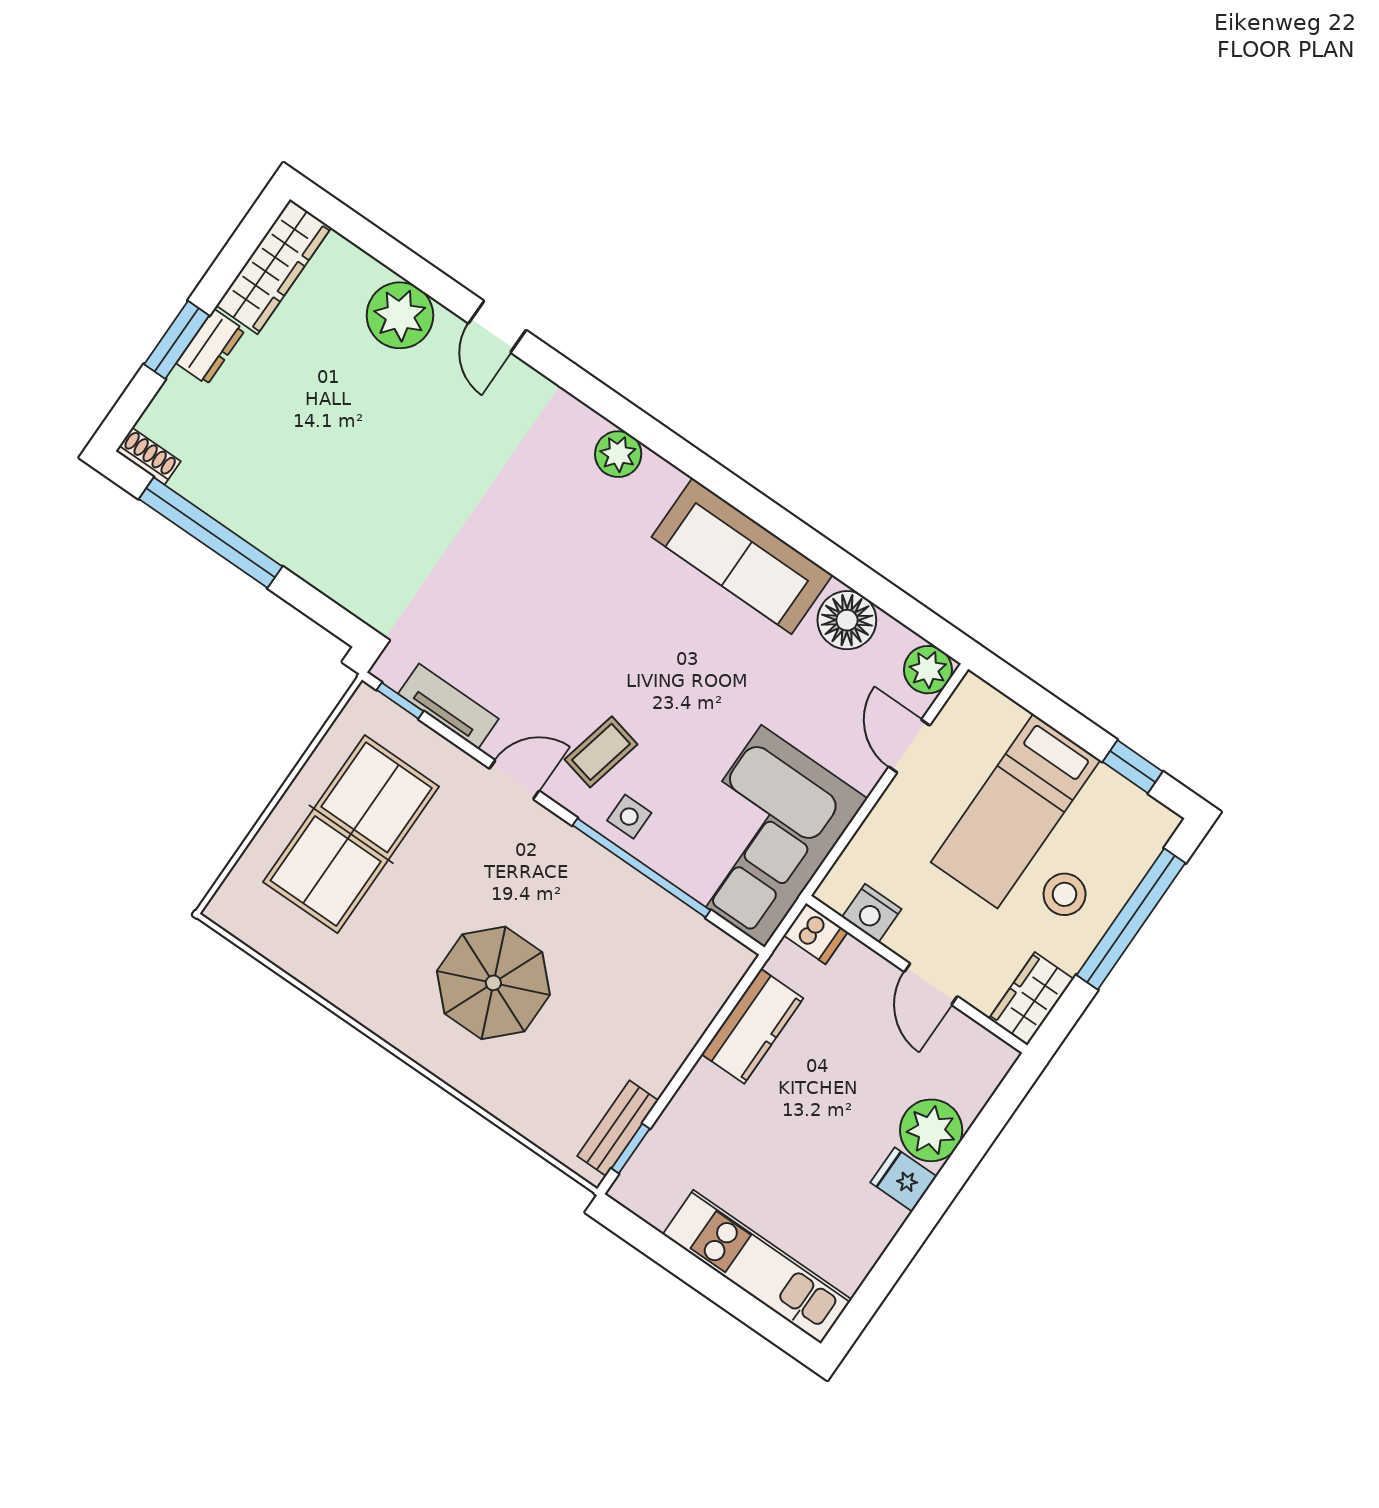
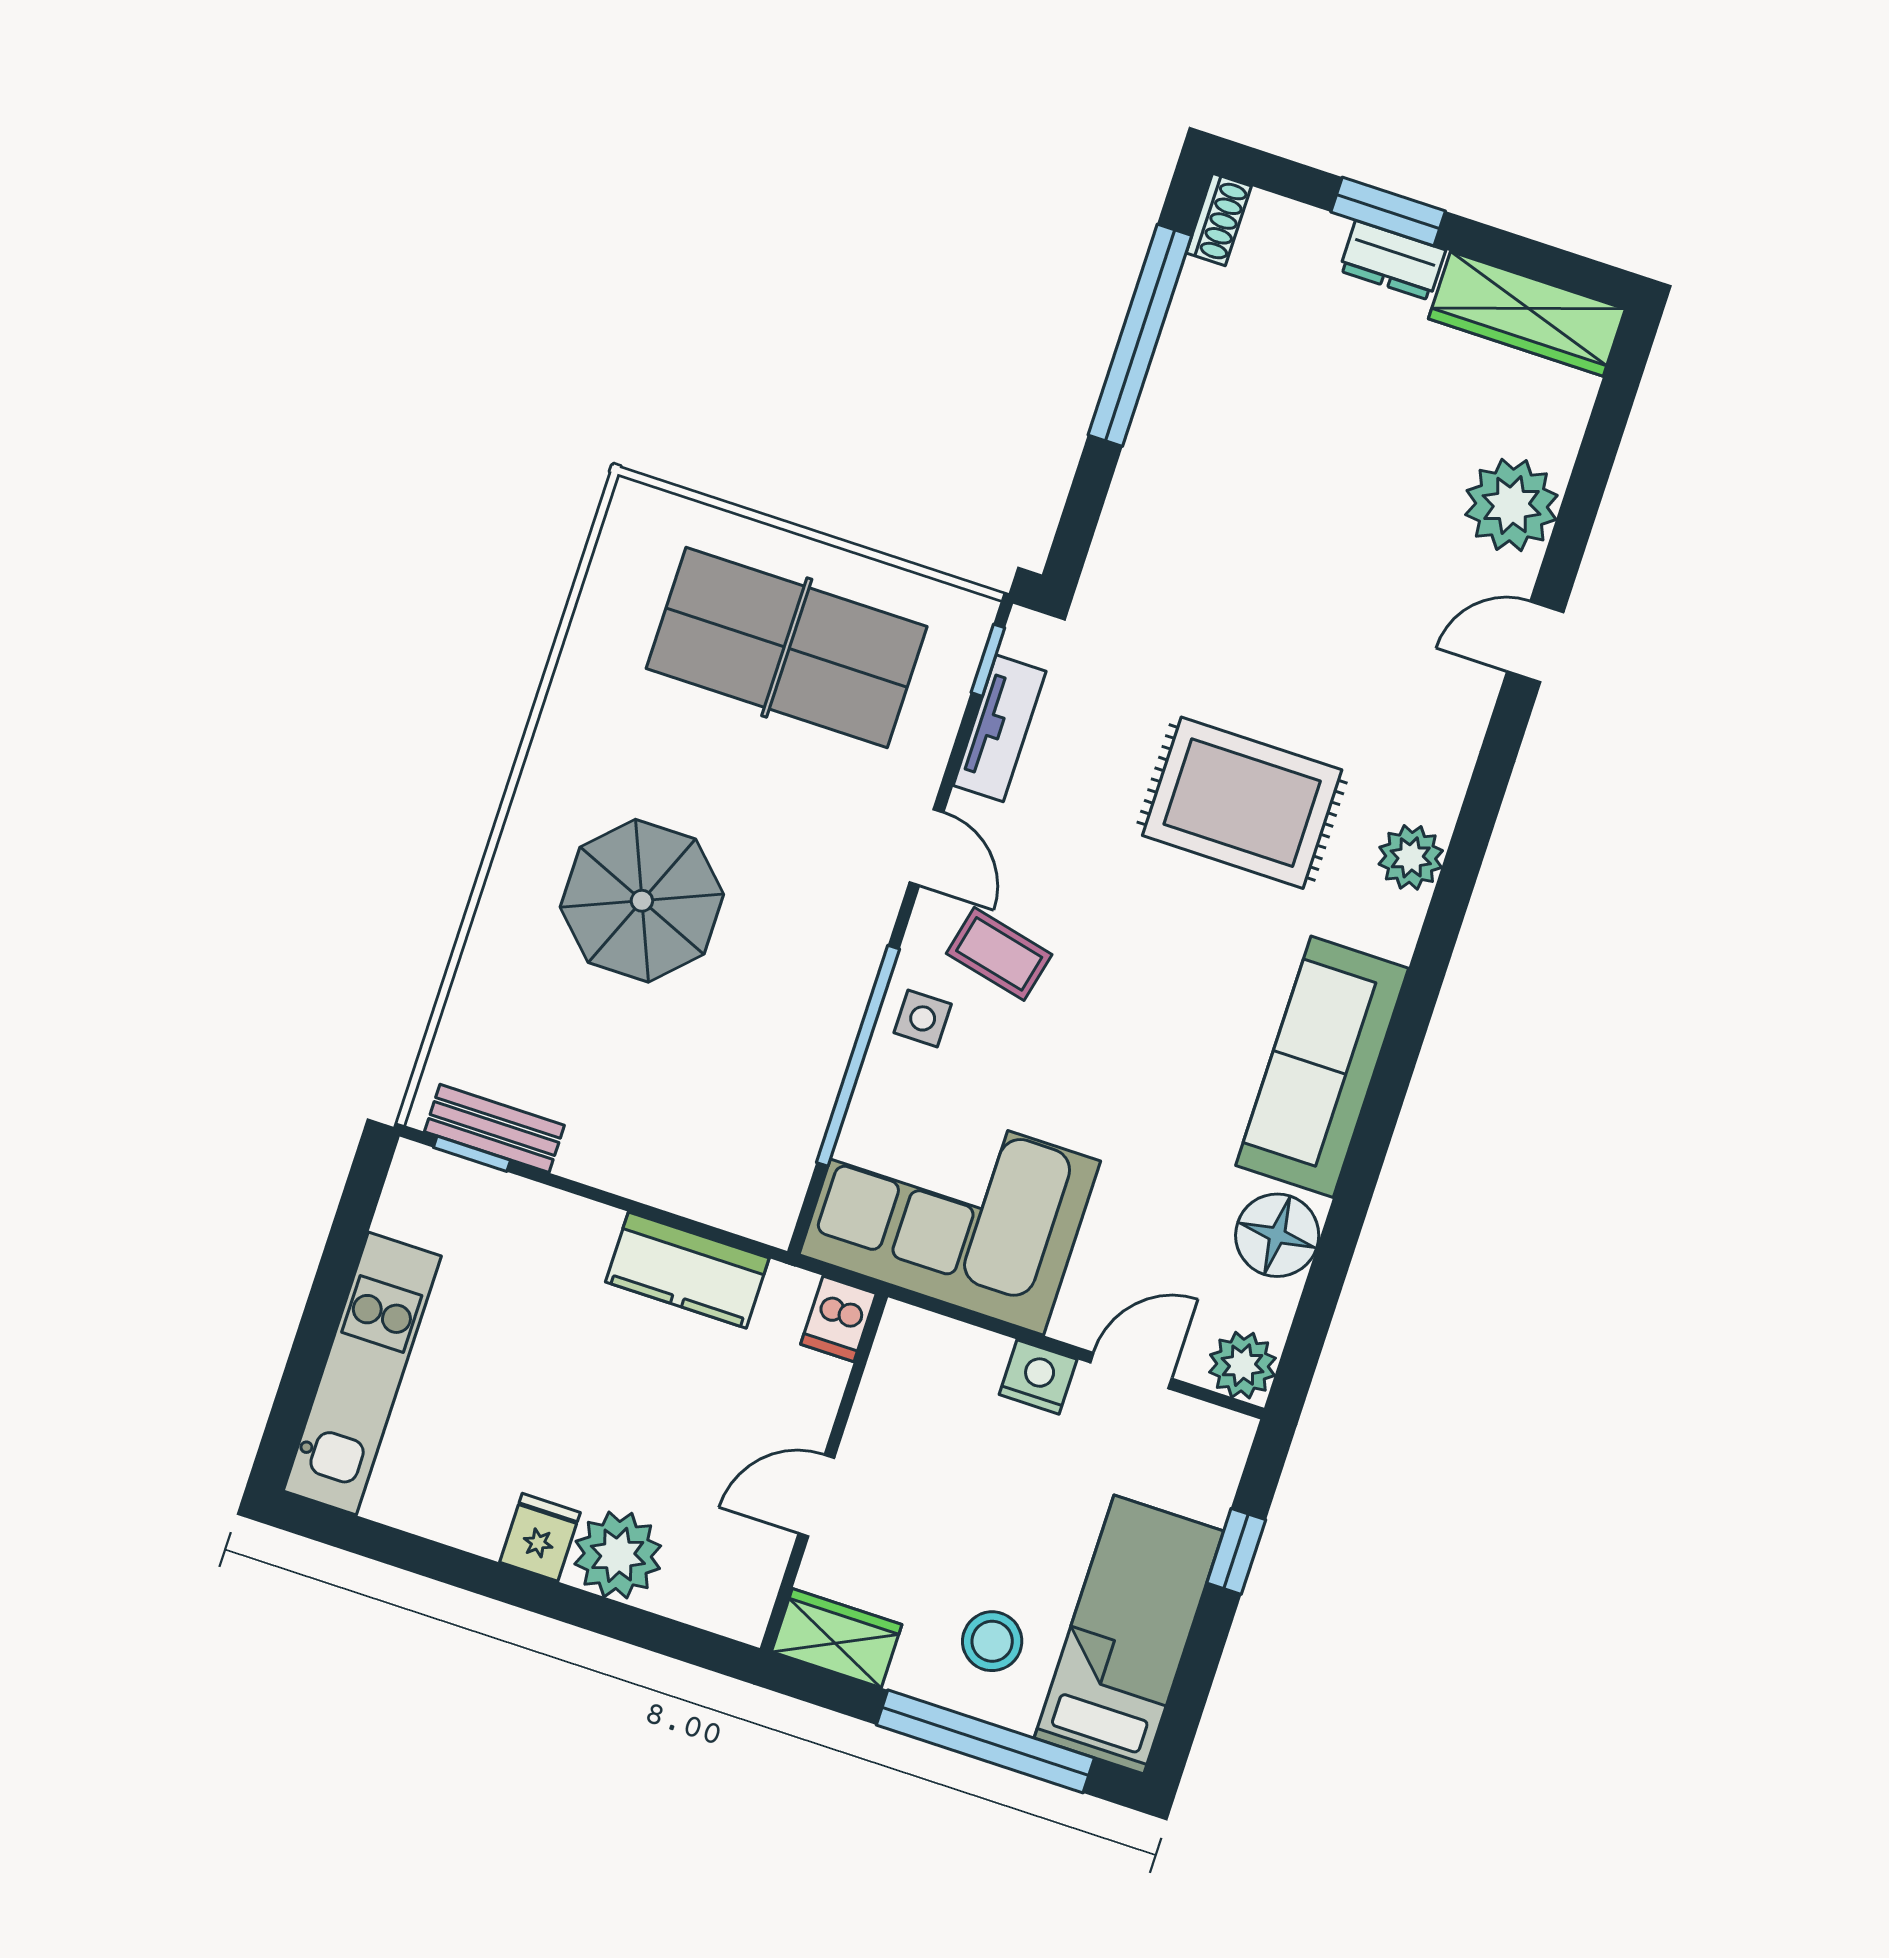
rug: (547, 557) -> (1242, 803), added
window: (1133, 767) -> (1236, 1551), moved
bed: (1015, 811) -> (1129, 1635), moved, turned 90
nightstand: (872, 913) -> (1038, 1377), moved, turned 90

